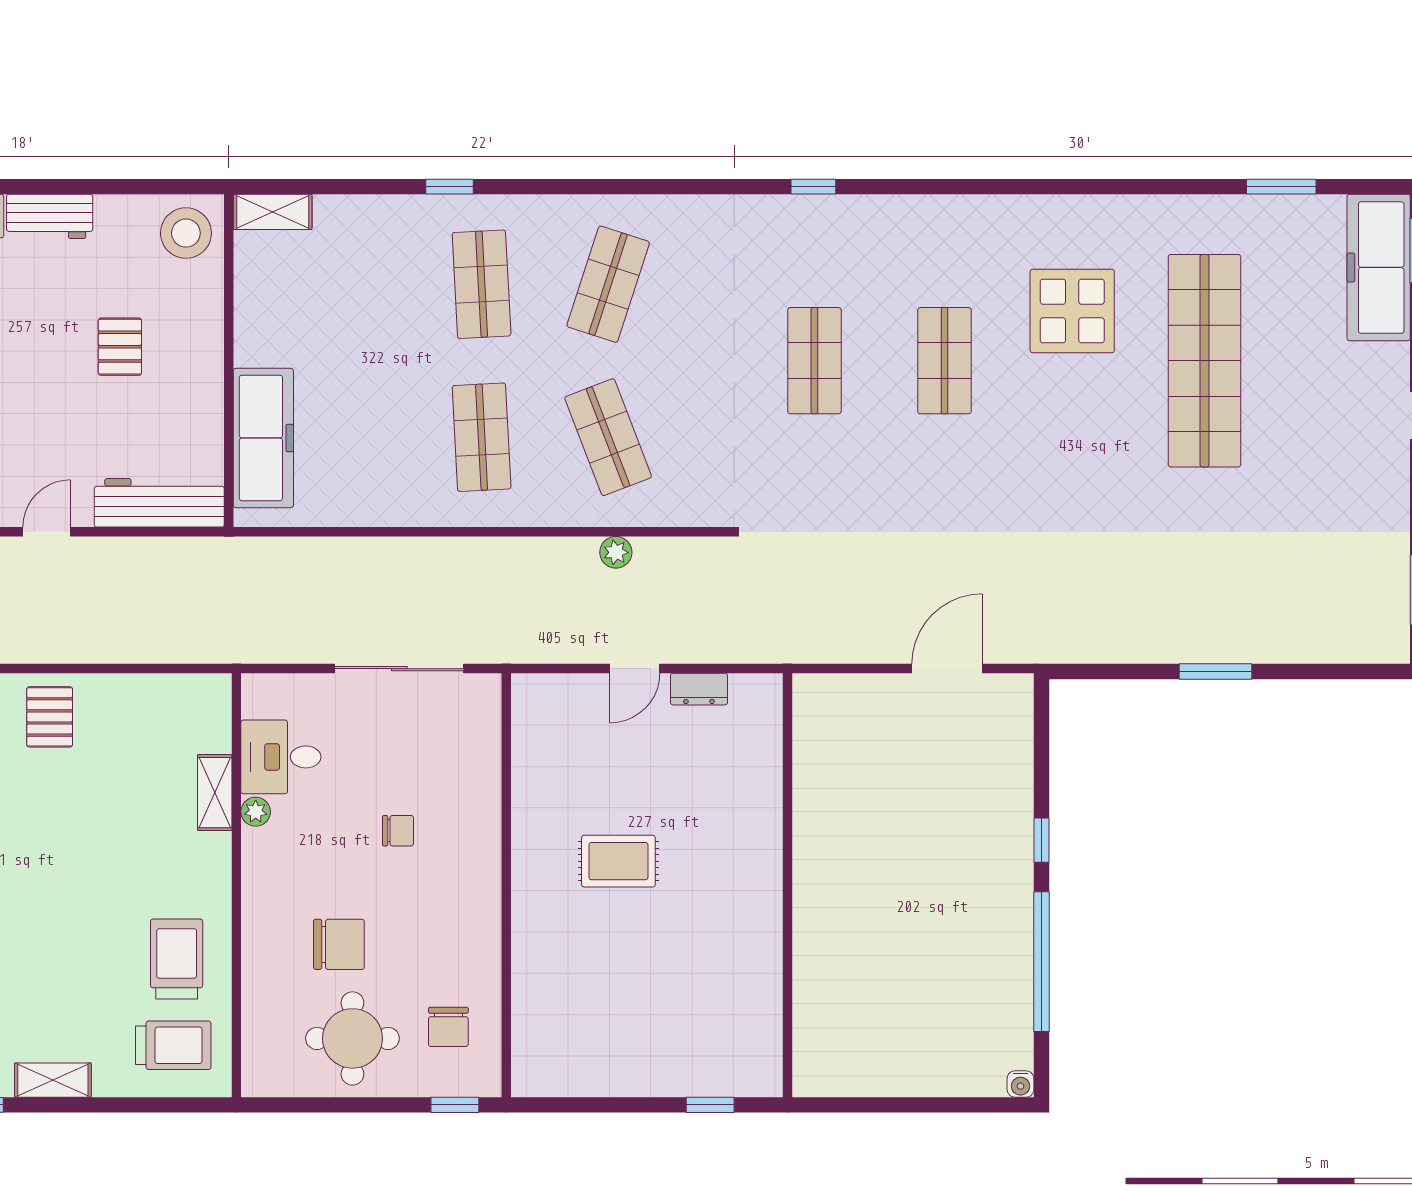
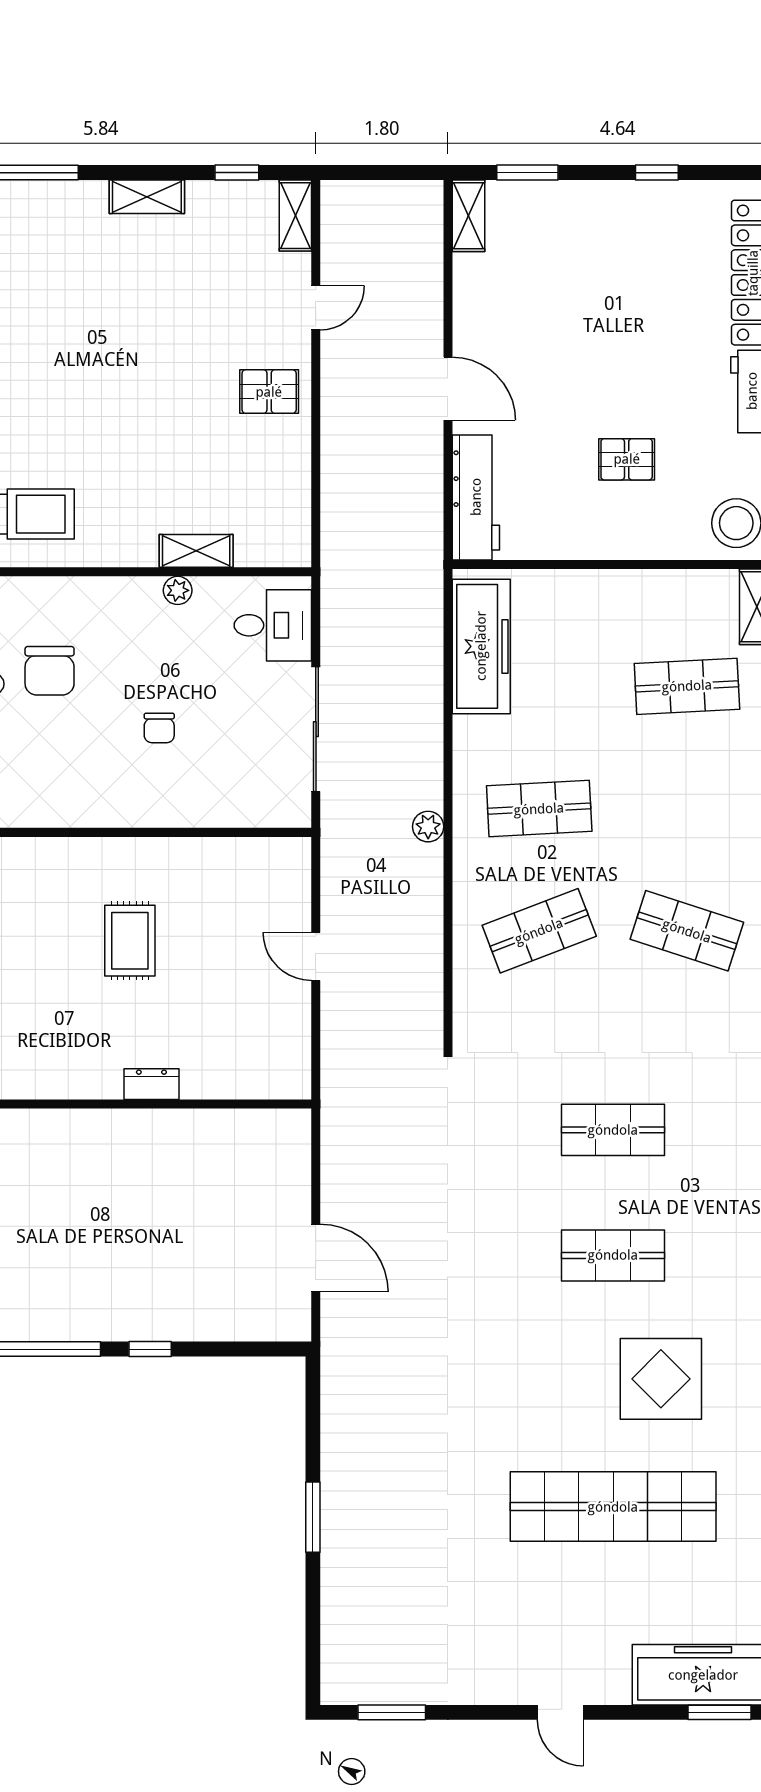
shop shelf: (482, 284) -> (687, 686), moved
freezer: (263, 438) -> (481, 646), moved, turned -90
door: (47, 532) -> (448, 389), width x1.37
plant: (616, 552) -> (428, 827), moved
dresser: (699, 689) -> (151, 1084), moved, turned 90
desk: (281, 757) -> (273, 625), moved, turned 90

